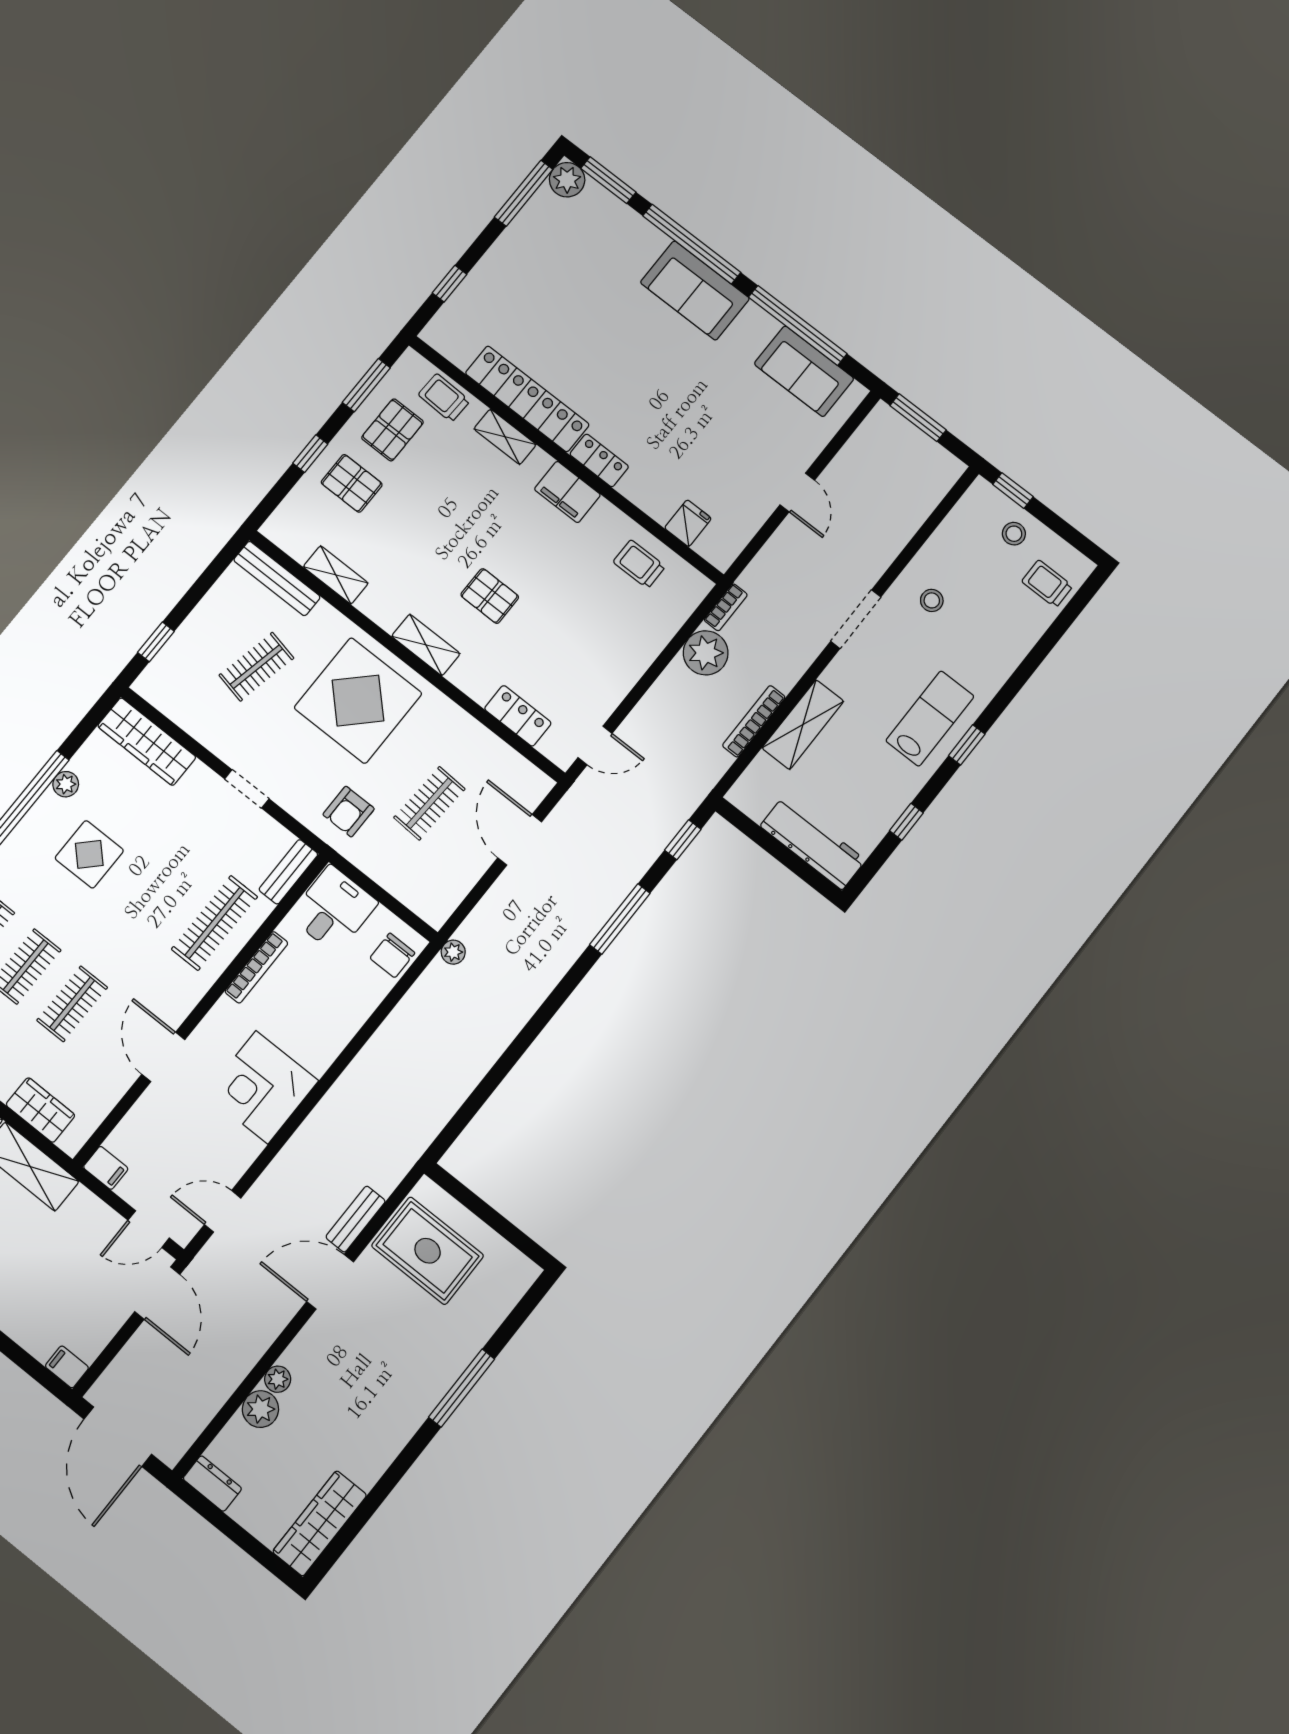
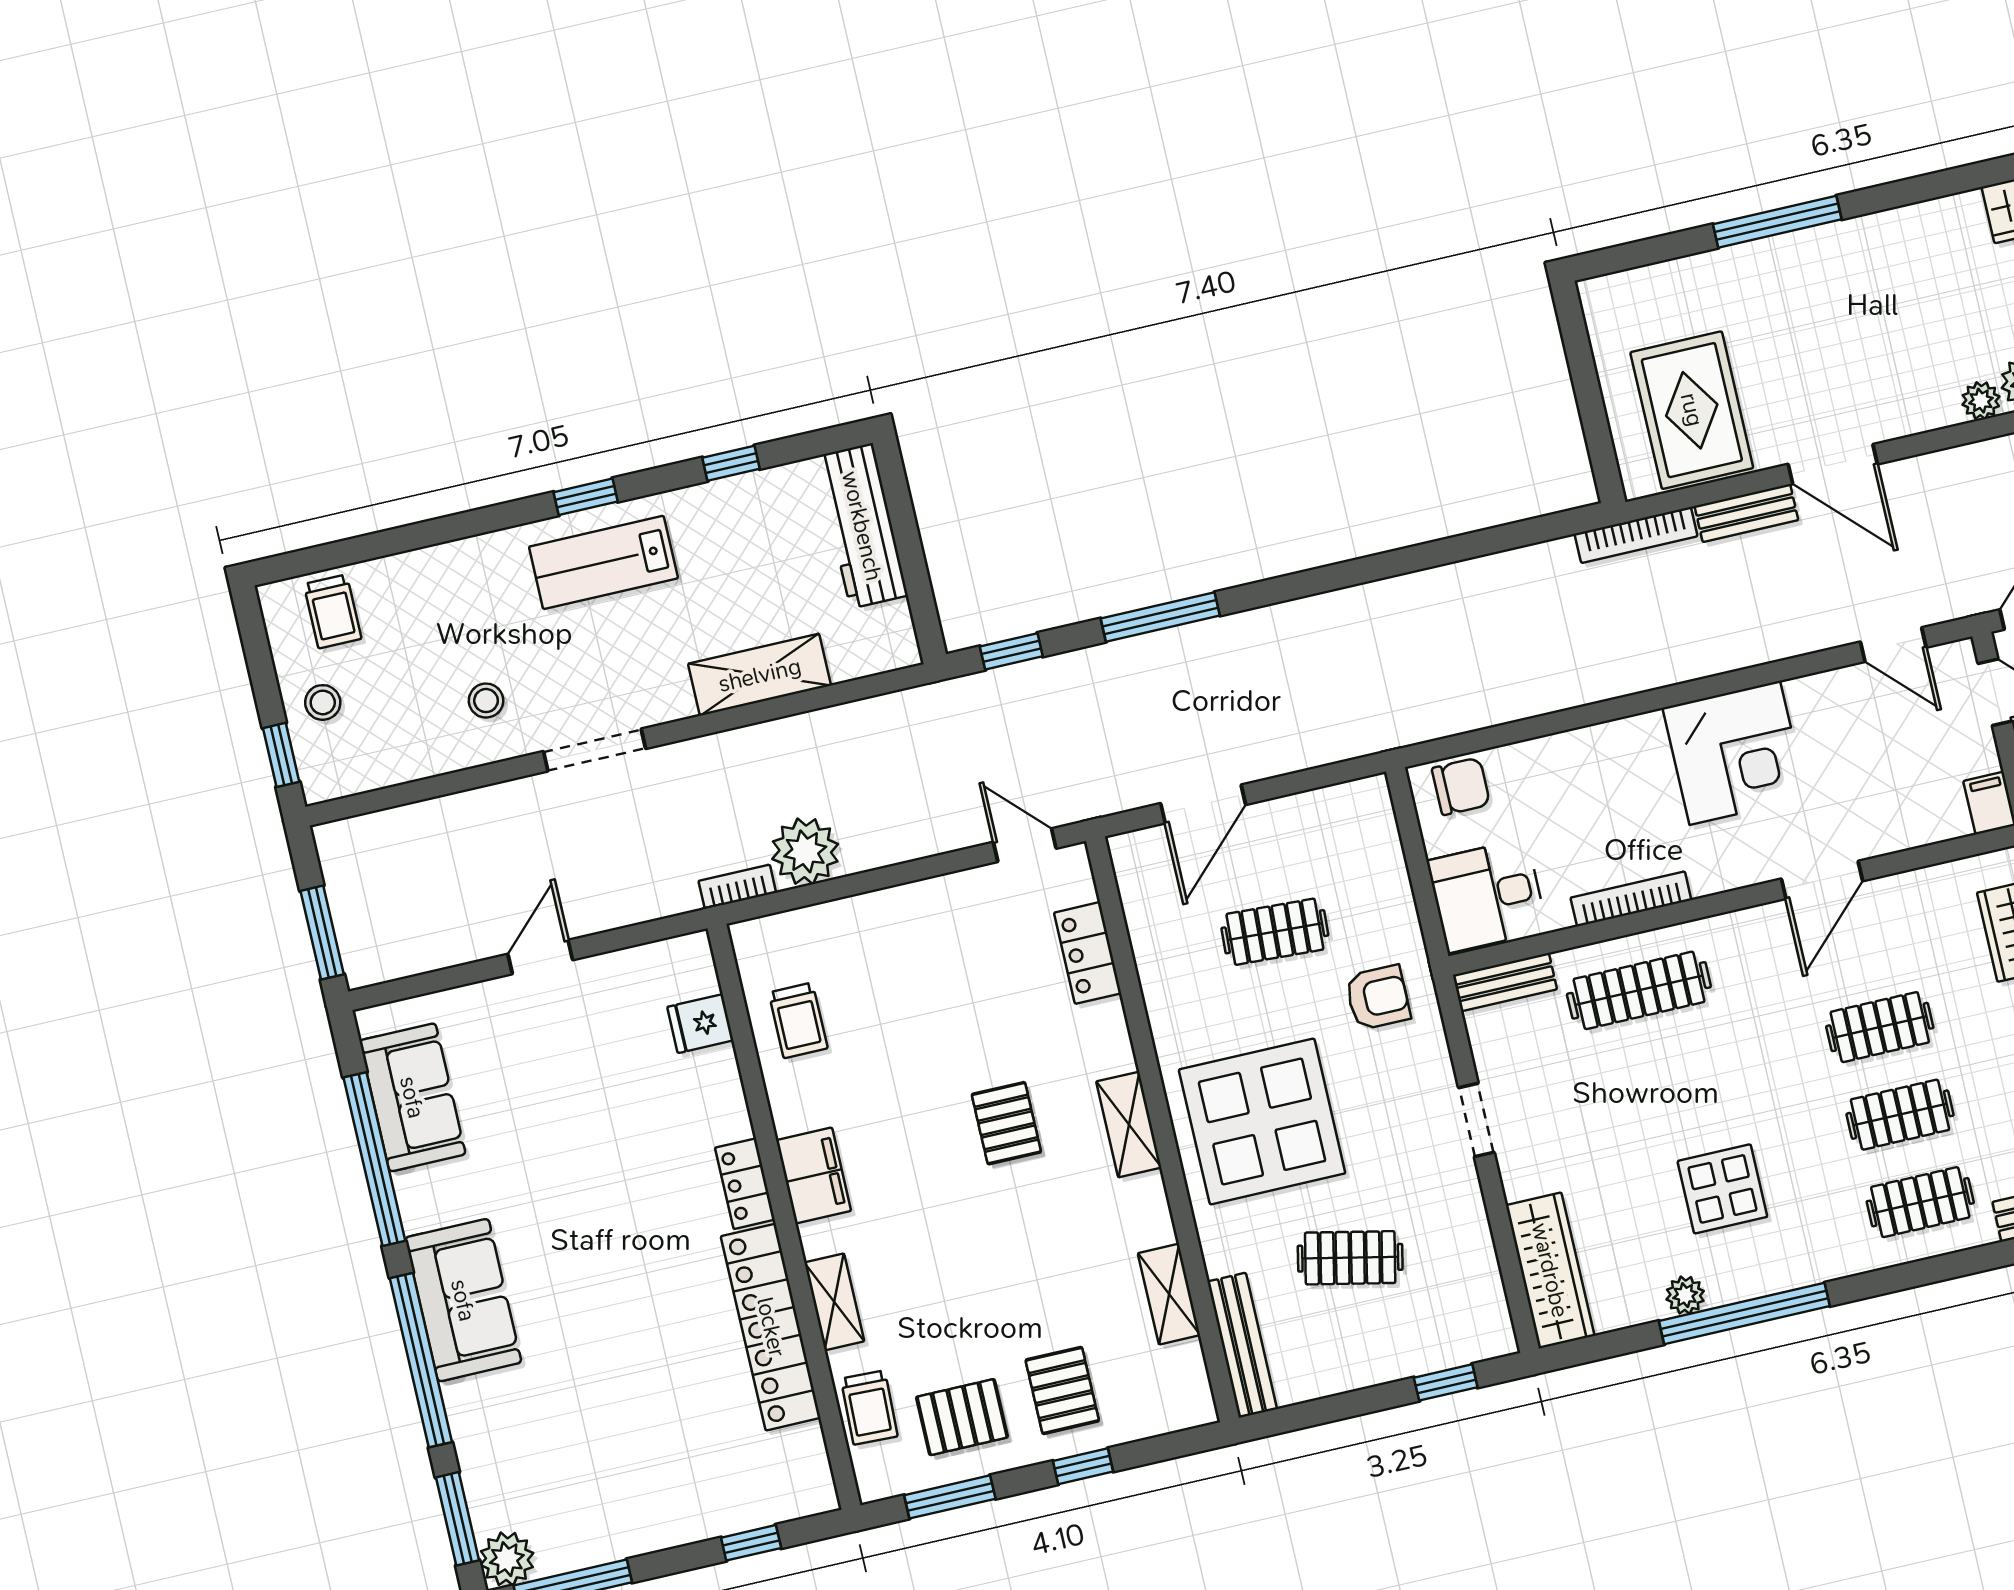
bookcase: (754, 721) -> (1636, 535), moved
plant: (453, 952) -> (1387, 734), removed

